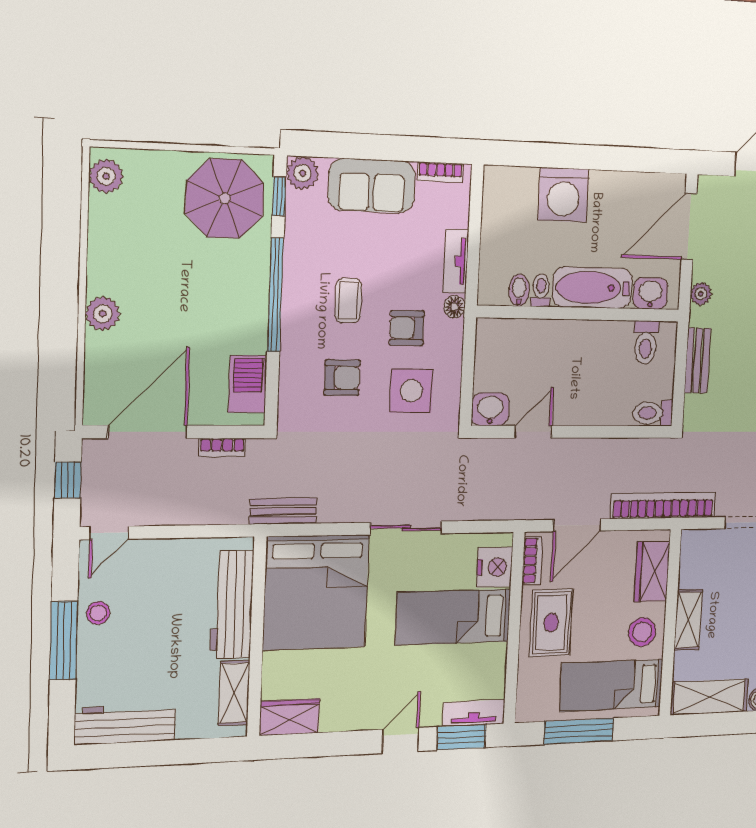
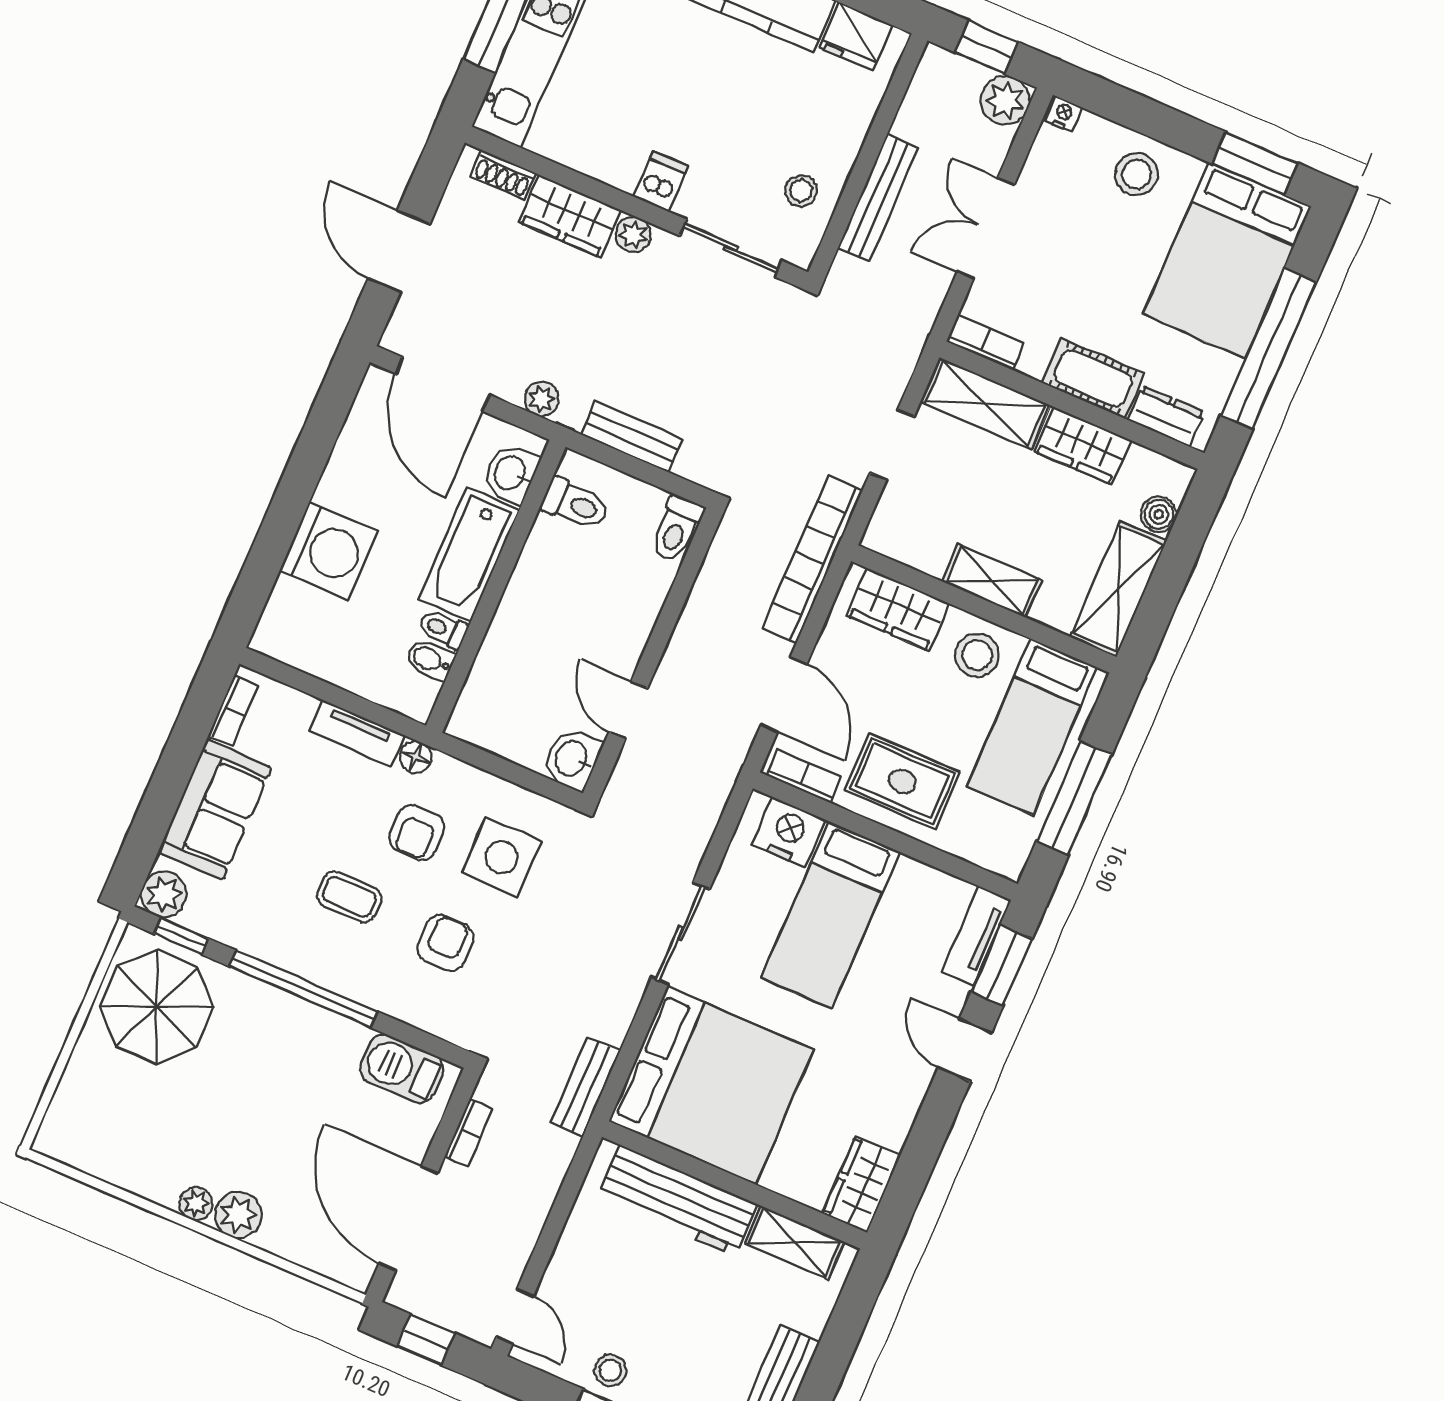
plant: (106, 176) -> (196, 1204), moved, width x0.73, depth x0.73

